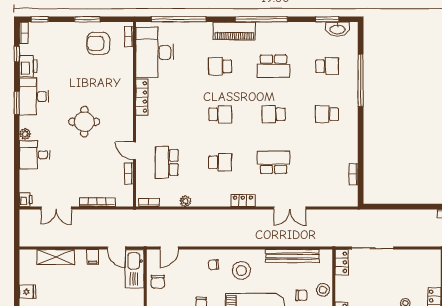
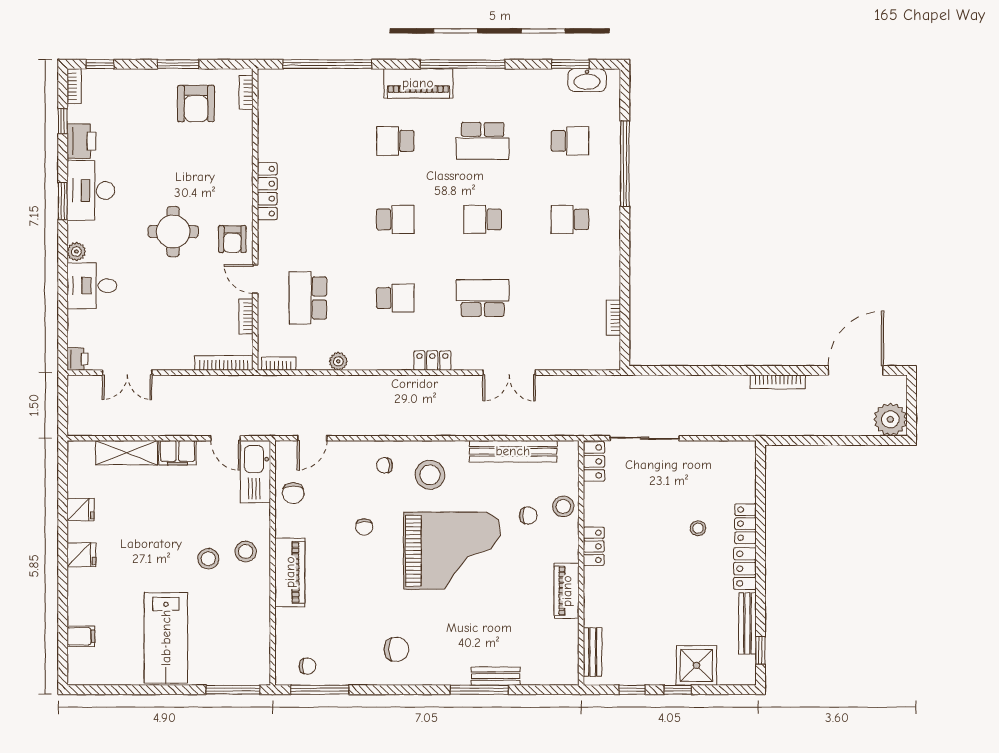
armchair: (98, 43) -> (196, 104), turned -90
desk: (155, 52) -> (288, 118), removed
armchair: (120, 126) -> (232, 239), added
bookcase: (97, 202) -> (224, 363), moved
filing cabinet: (93, 257) -> (177, 453), width x2.00

